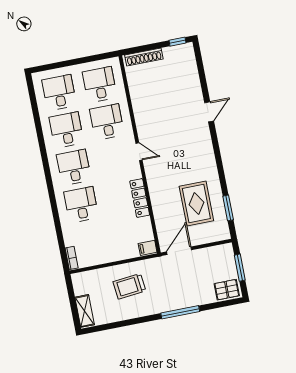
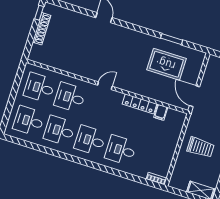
shoe rack: (144, 57) -> (42, 29), moved
window: (228, 208) -> (172, 39), moved
filing cabinet: (148, 248) -> (161, 112), moved
trolley: (129, 286) -> (201, 147), turned -84

